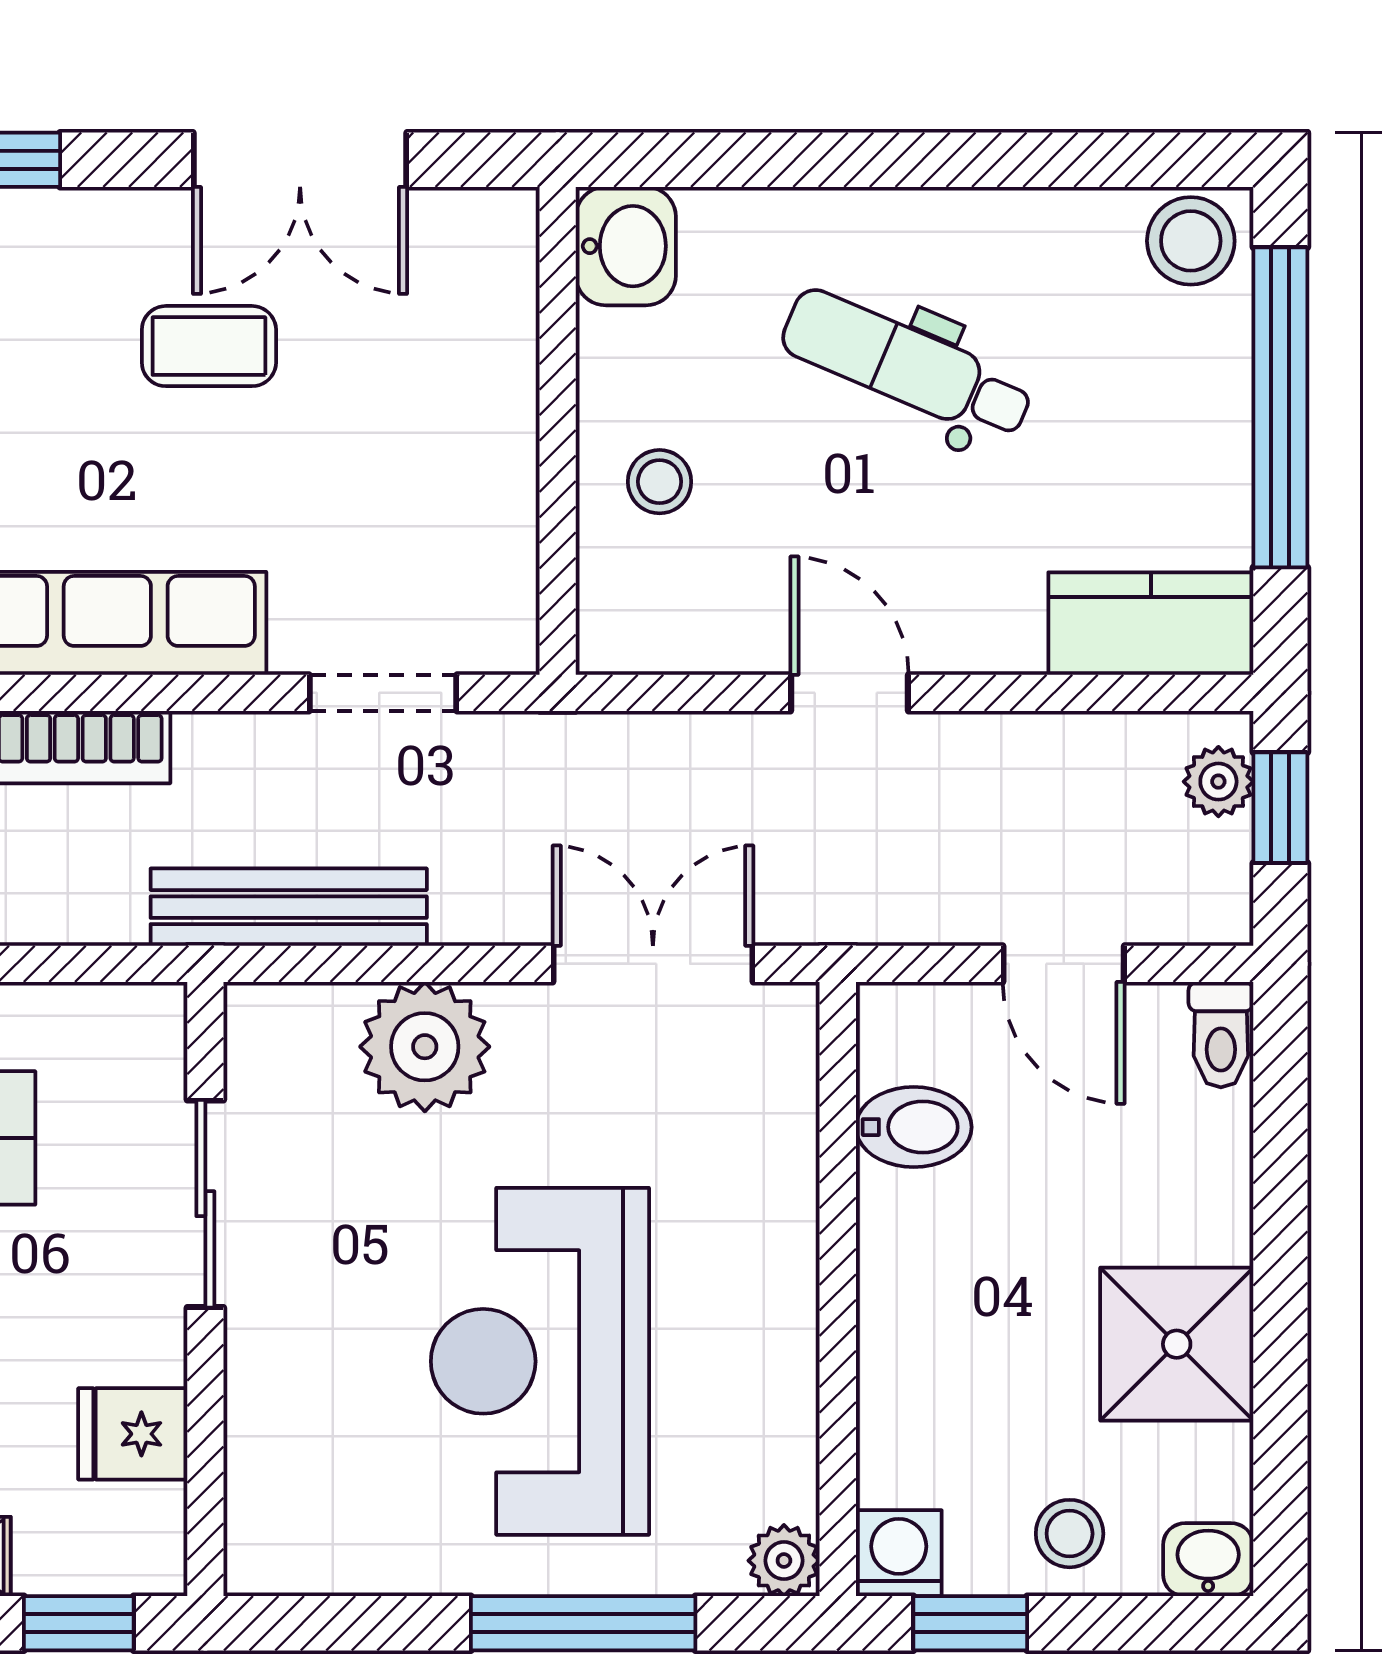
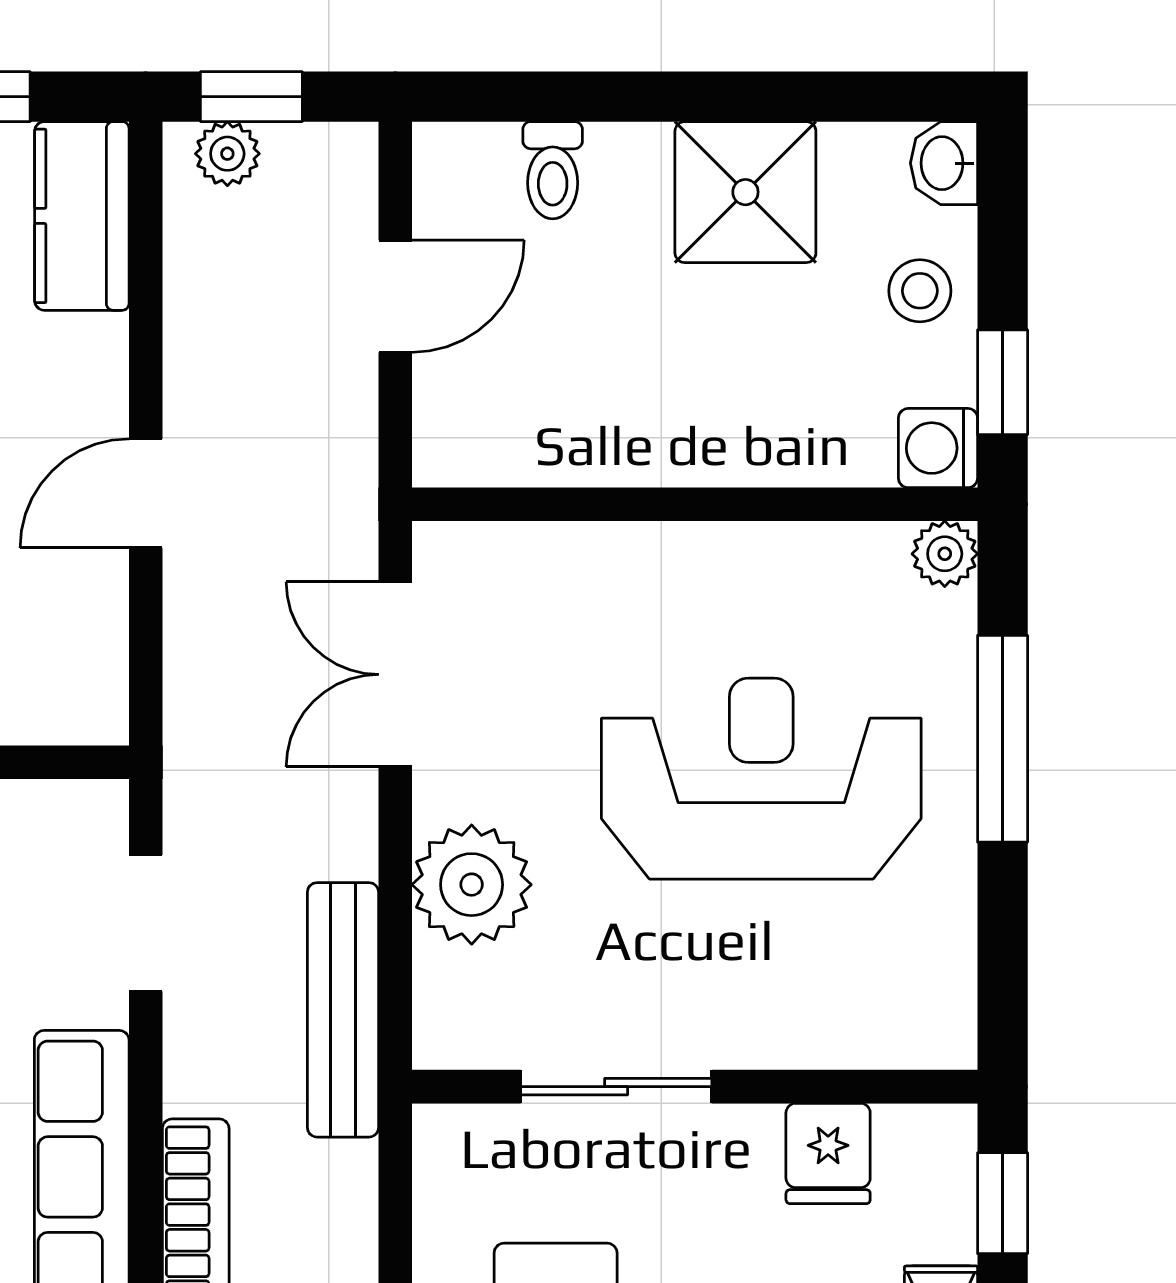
toilet: (1221, 1035) -> (553, 170), moved, turned 90
bidet: (914, 1127) -> (546, 434), removed
reception desk: (540, 1361) -> (761, 779), turned 180

